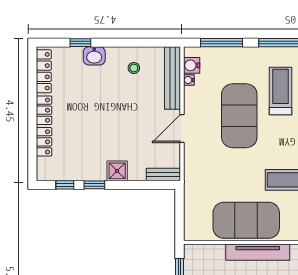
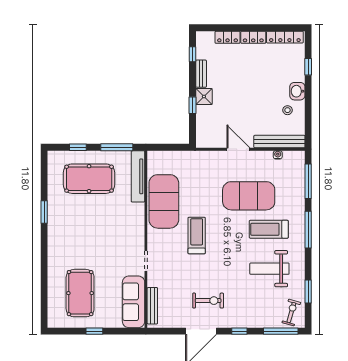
washbasin: (94, 56) -> (297, 91), moved
water cooler: (192, 65) -> (290, 157), removed
treadmill: (280, 91) -> (269, 229), turned 180
bench: (163, 174) -> (201, 74), moved
window: (94, 185) -> (193, 105), moved
tv unit: (258, 252) -> (138, 176), moved

